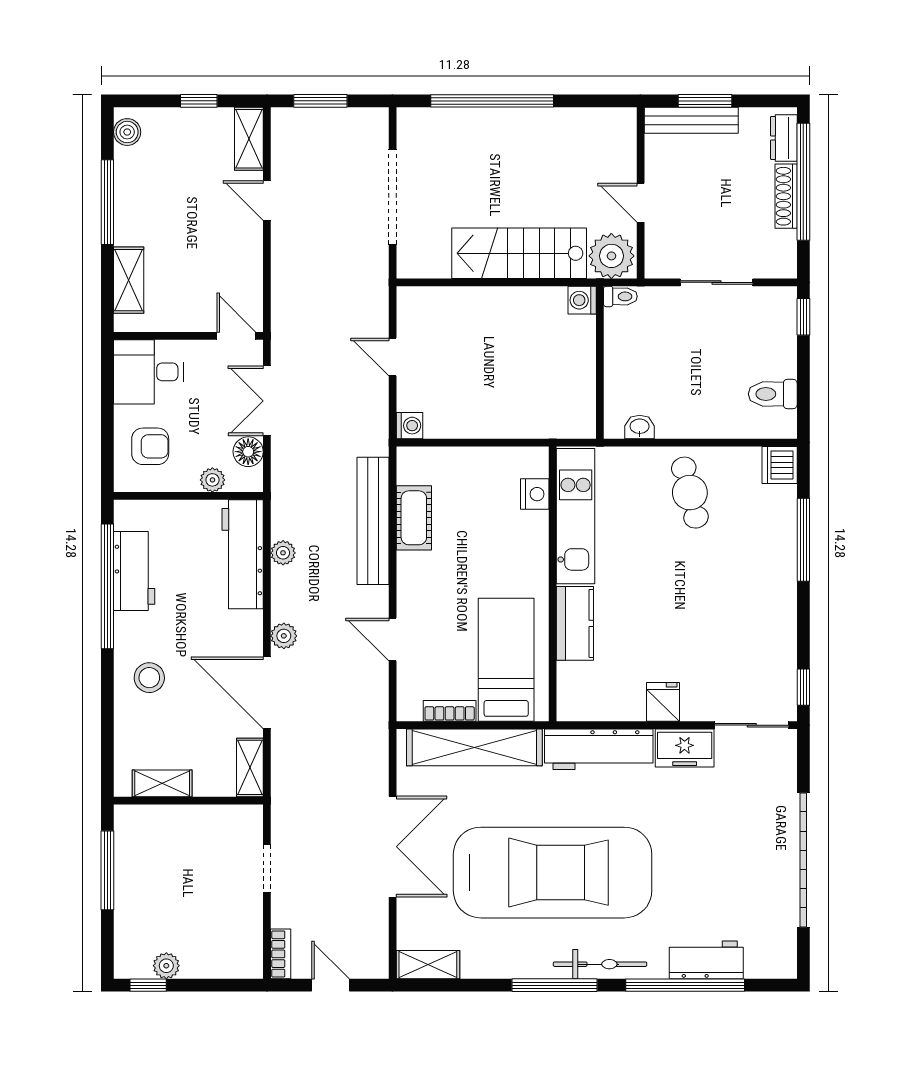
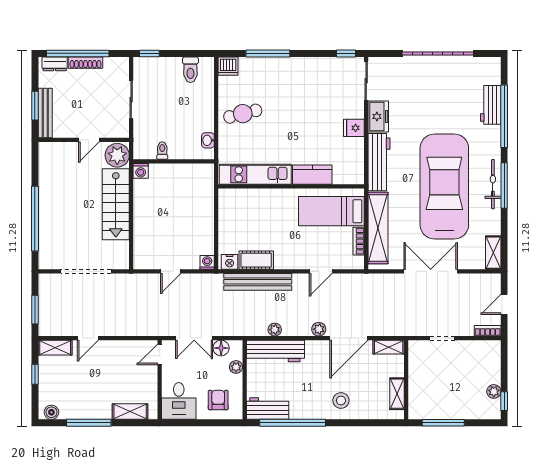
toilet: (620, 296) -> (162, 151), moved
nightstand: (535, 494) -> (230, 262), moved, turned 180
workbench: (134, 571) -> (268, 409), moved
bicycle: (600, 964) -> (493, 184), moved

